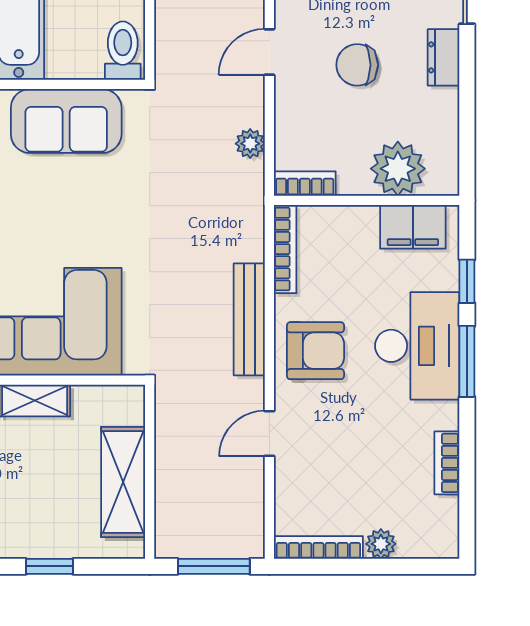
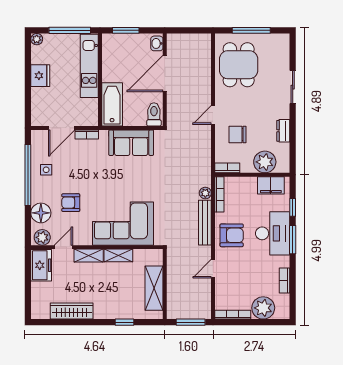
dresser: (444, 57) -> (283, 131), moved
chair: (357, 65) -> (238, 135), moved
plant: (250, 144) -> (205, 193), moved
plant: (381, 544) -> (263, 308), width x1.88, depth x1.88

